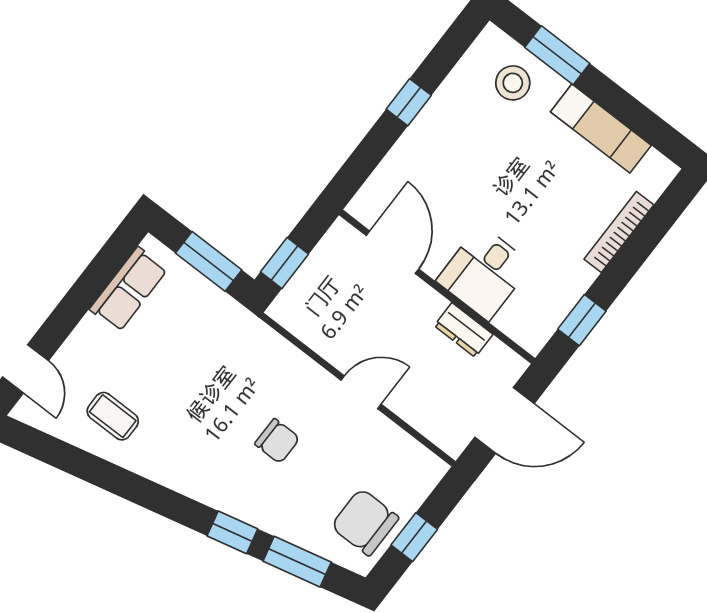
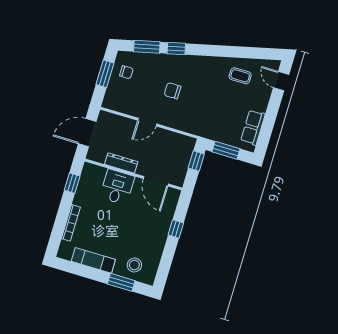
window: (409, 102) -> (176, 229), moved
dresser: (464, 330) -> (121, 163), width x1.44
chair: (365, 522) -> (126, 72), width x0.54, depth x0.54
window: (414, 537) -> (105, 74), width x1.50

